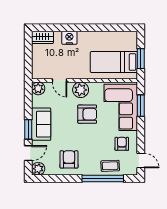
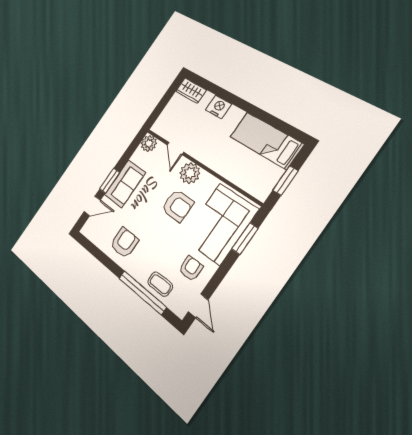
bed: (114, 62) -> (266, 140), moved
plant: (38, 169) -> (89, 230), removed

